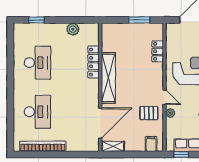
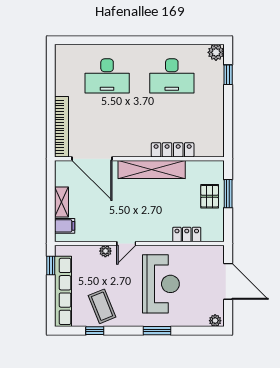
window: (139, 20) -> (228, 194), moved
plant: (73, 29) -> (216, 52), moved
pallet: (149, 113) -> (210, 196), moved
bookcase: (43, 146) -> (62, 127), moved
shelving: (113, 146) -> (61, 202), moved

